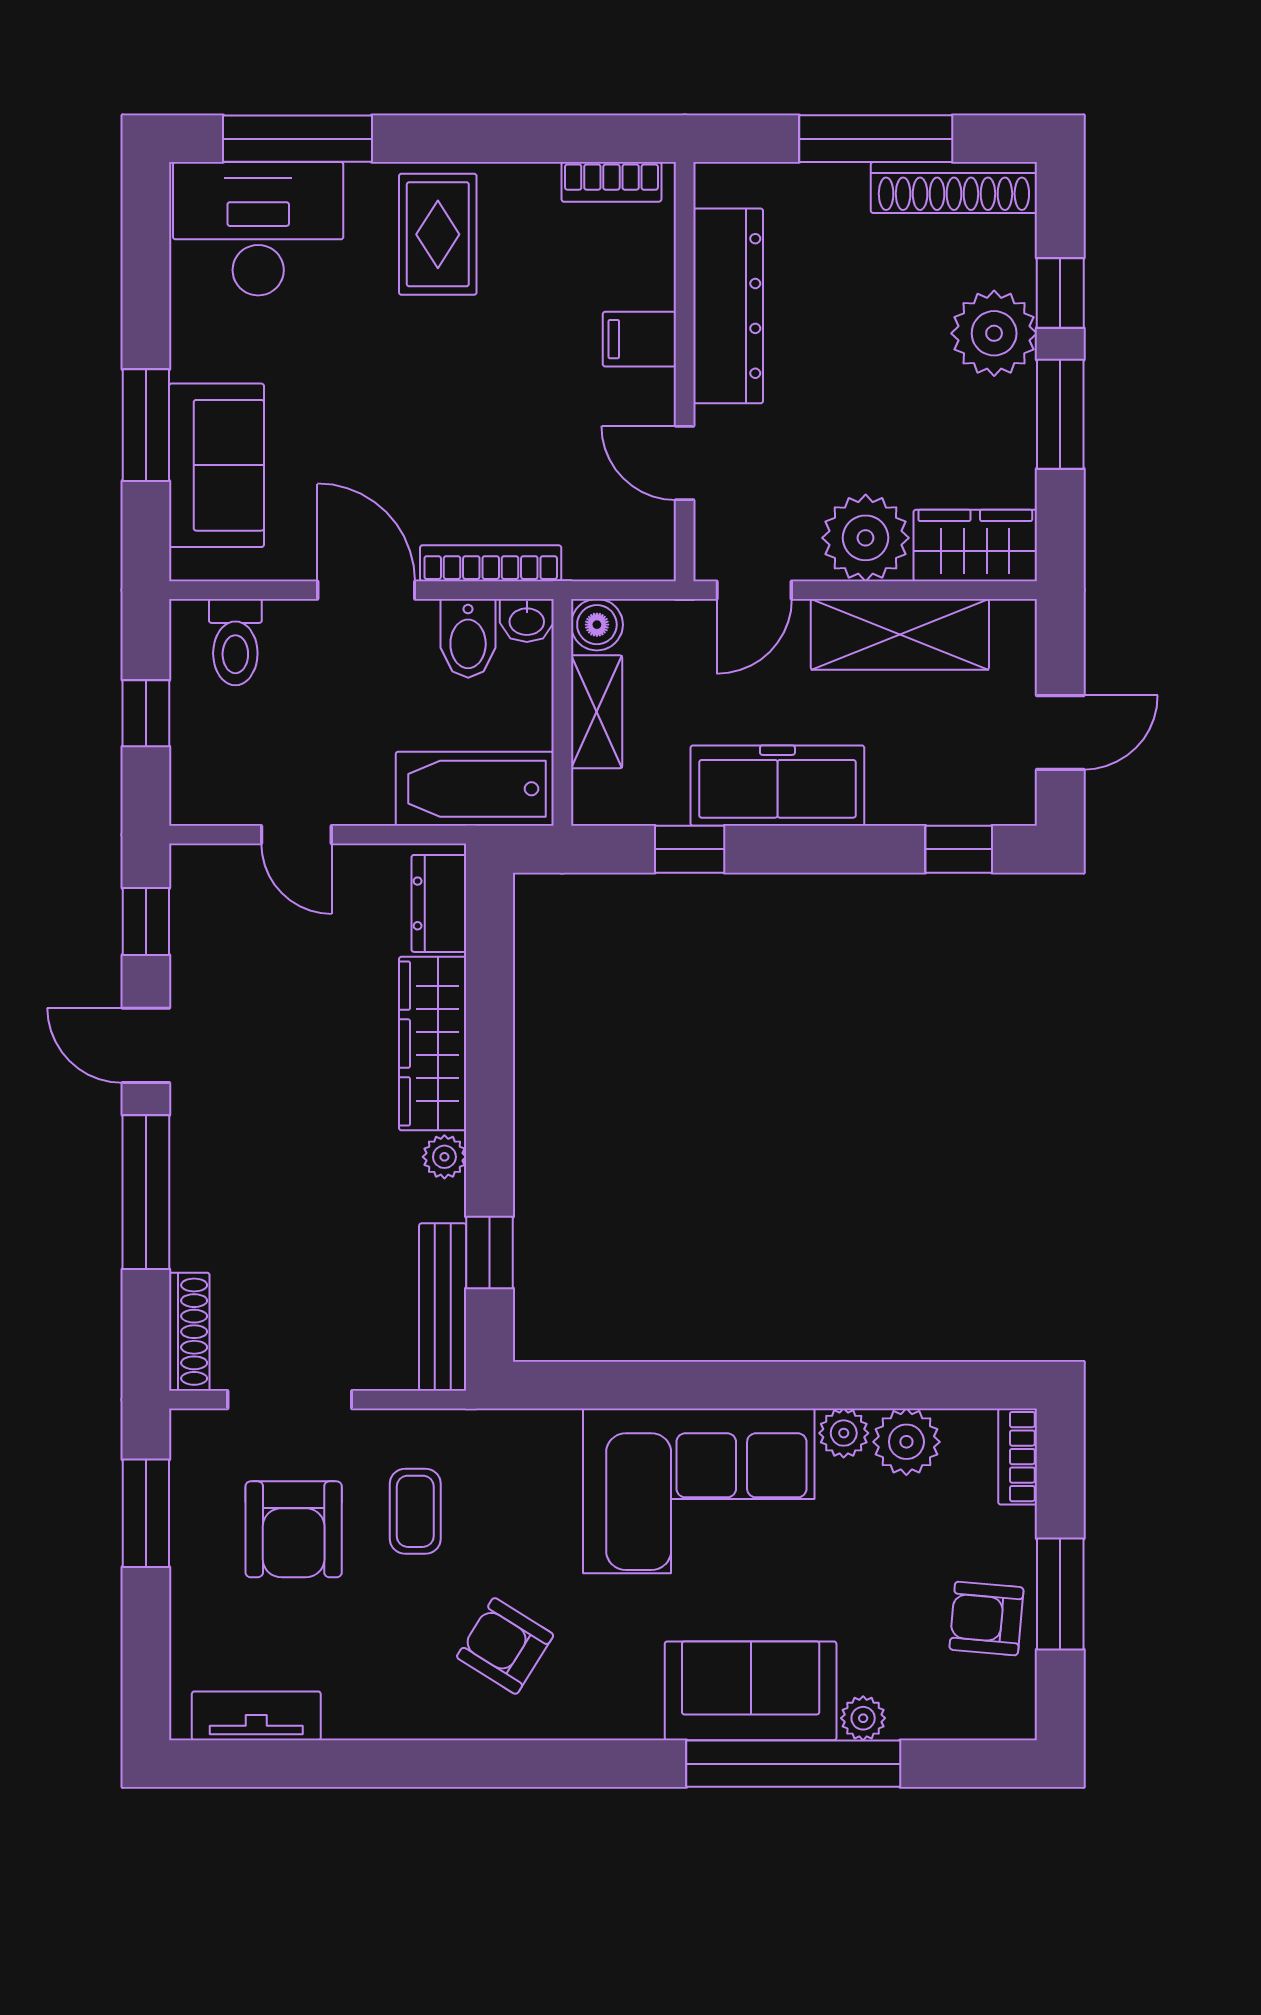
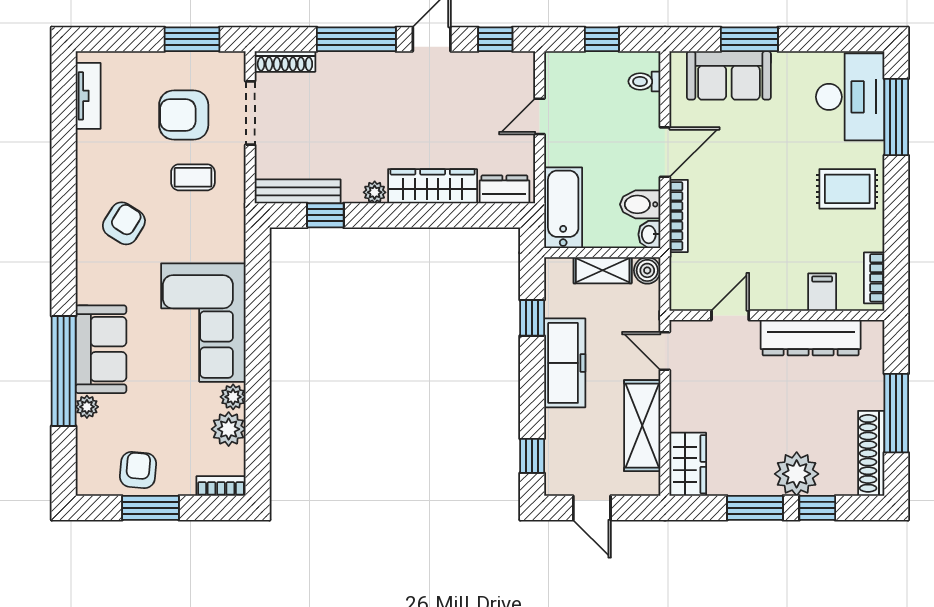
filing cabinet: (639, 339) -> (822, 292), moved
plant: (866, 538) -> (692, 408), removed
toilet: (235, 642) -> (644, 81), width x0.73, depth x0.72

